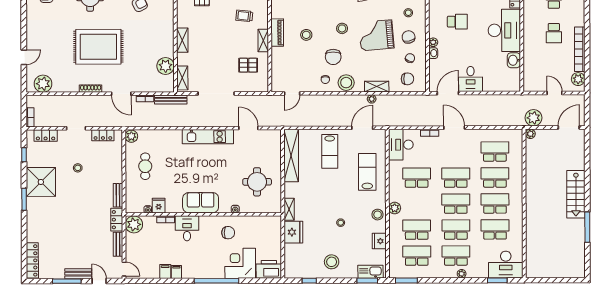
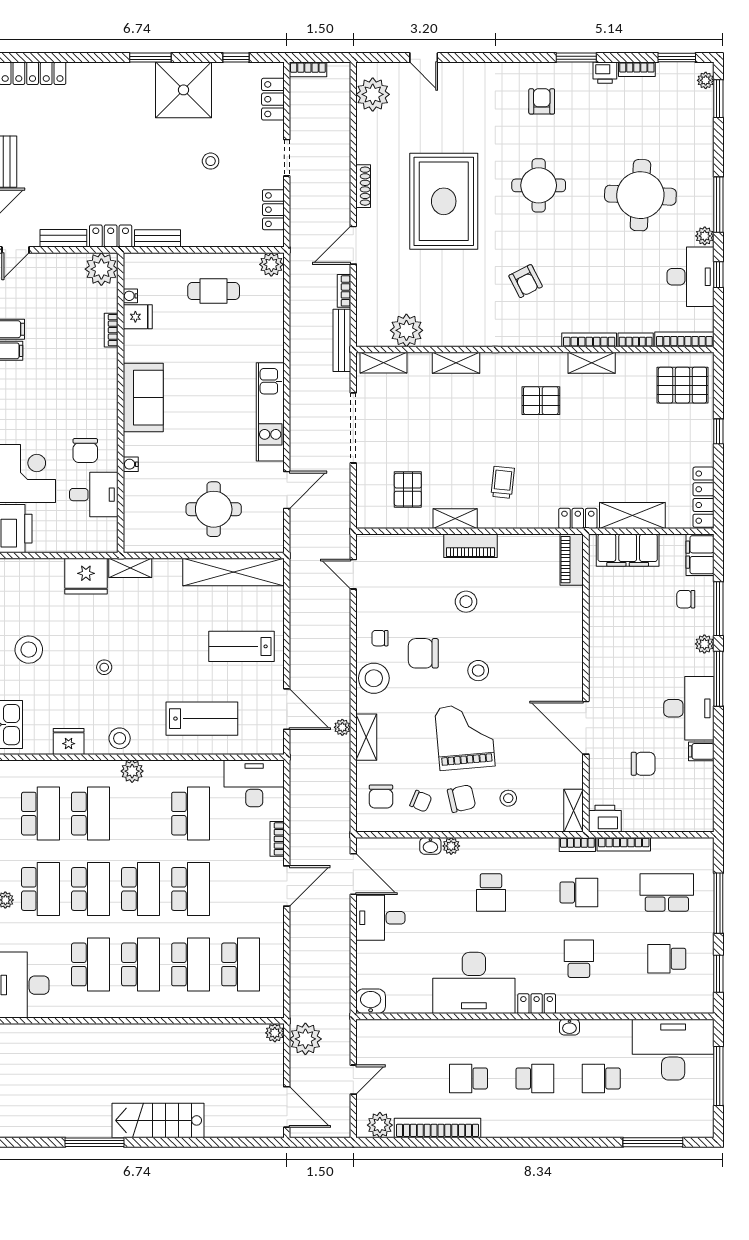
washbasin: (514, 60) -> (371, 1001), moved
round table: (257, 182) -> (214, 509), moved
desk: (187, 228) -> (94, 495), moved

